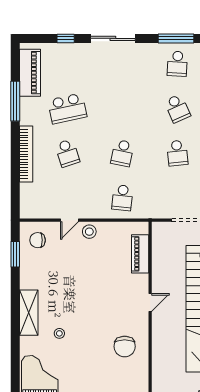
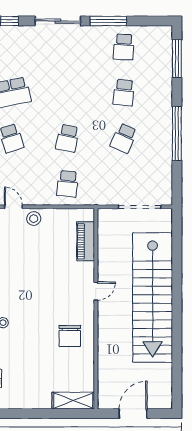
window: (176, 38) -> (108, 21), moved
school desk: (177, 108) -> (124, 93), turned 30
school desk: (177, 153) -> (124, 138), turned 30
door: (69, 220) -> (13, 207), swing flipped

